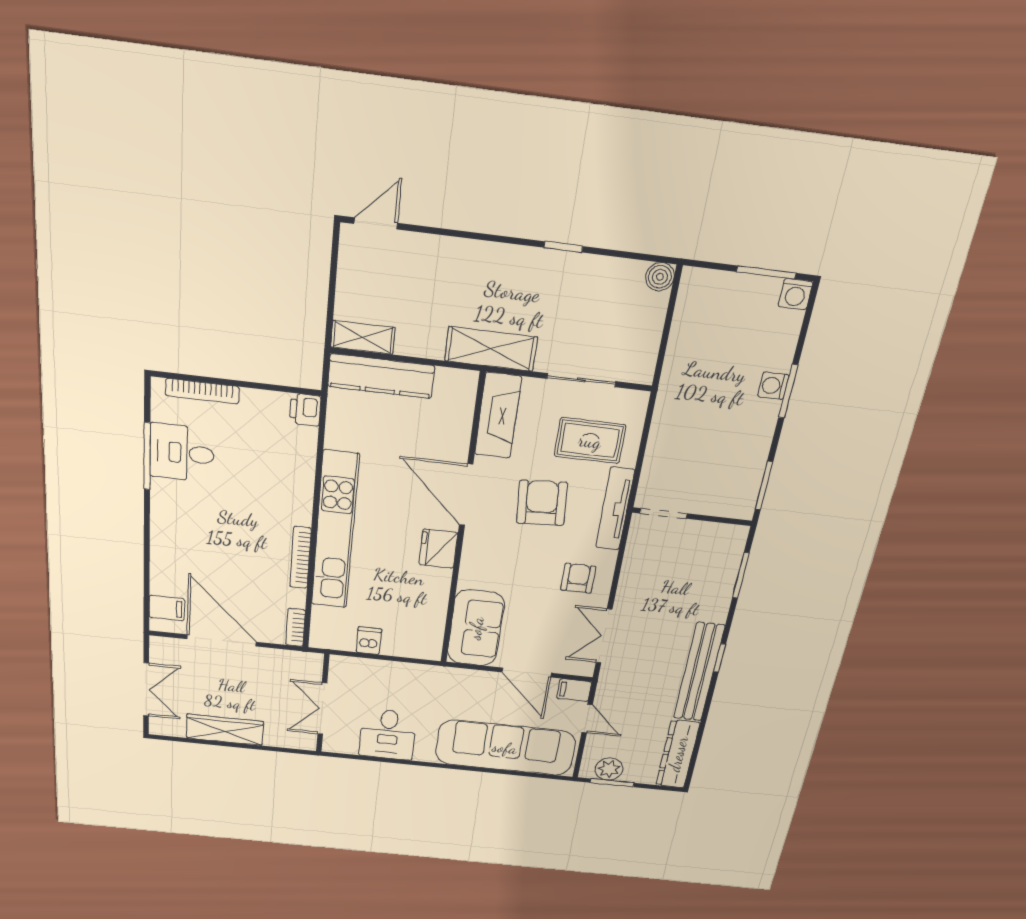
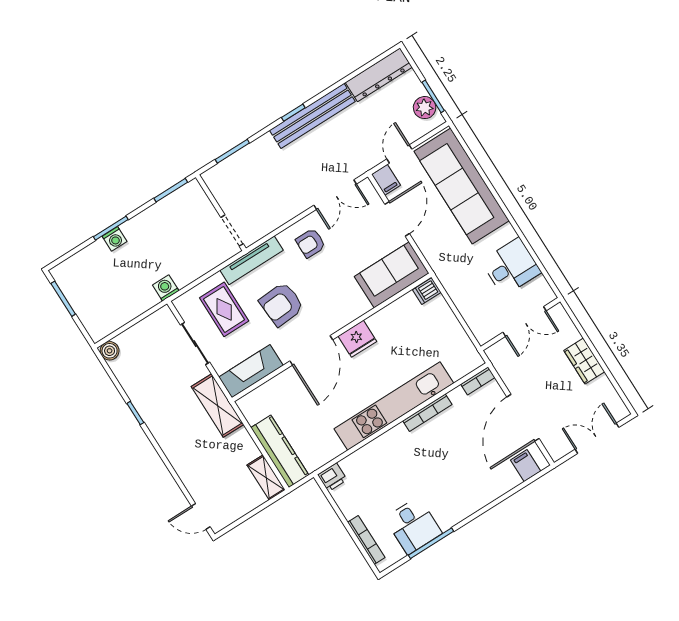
washing machine: (795, 294) -> (166, 288), moved, turned -90
dishwasher: (369, 641) -> (427, 291), moved
wardrobe: (225, 730) -> (584, 361), width x0.67

